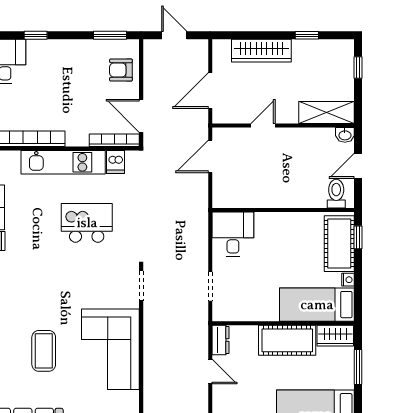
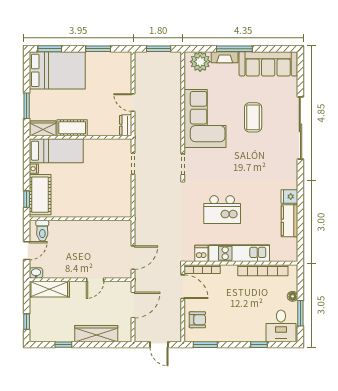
desk: (233, 234) -> (117, 201), removed
cot: (287, 340) -> (72, 128), width x0.73, depth x0.75

